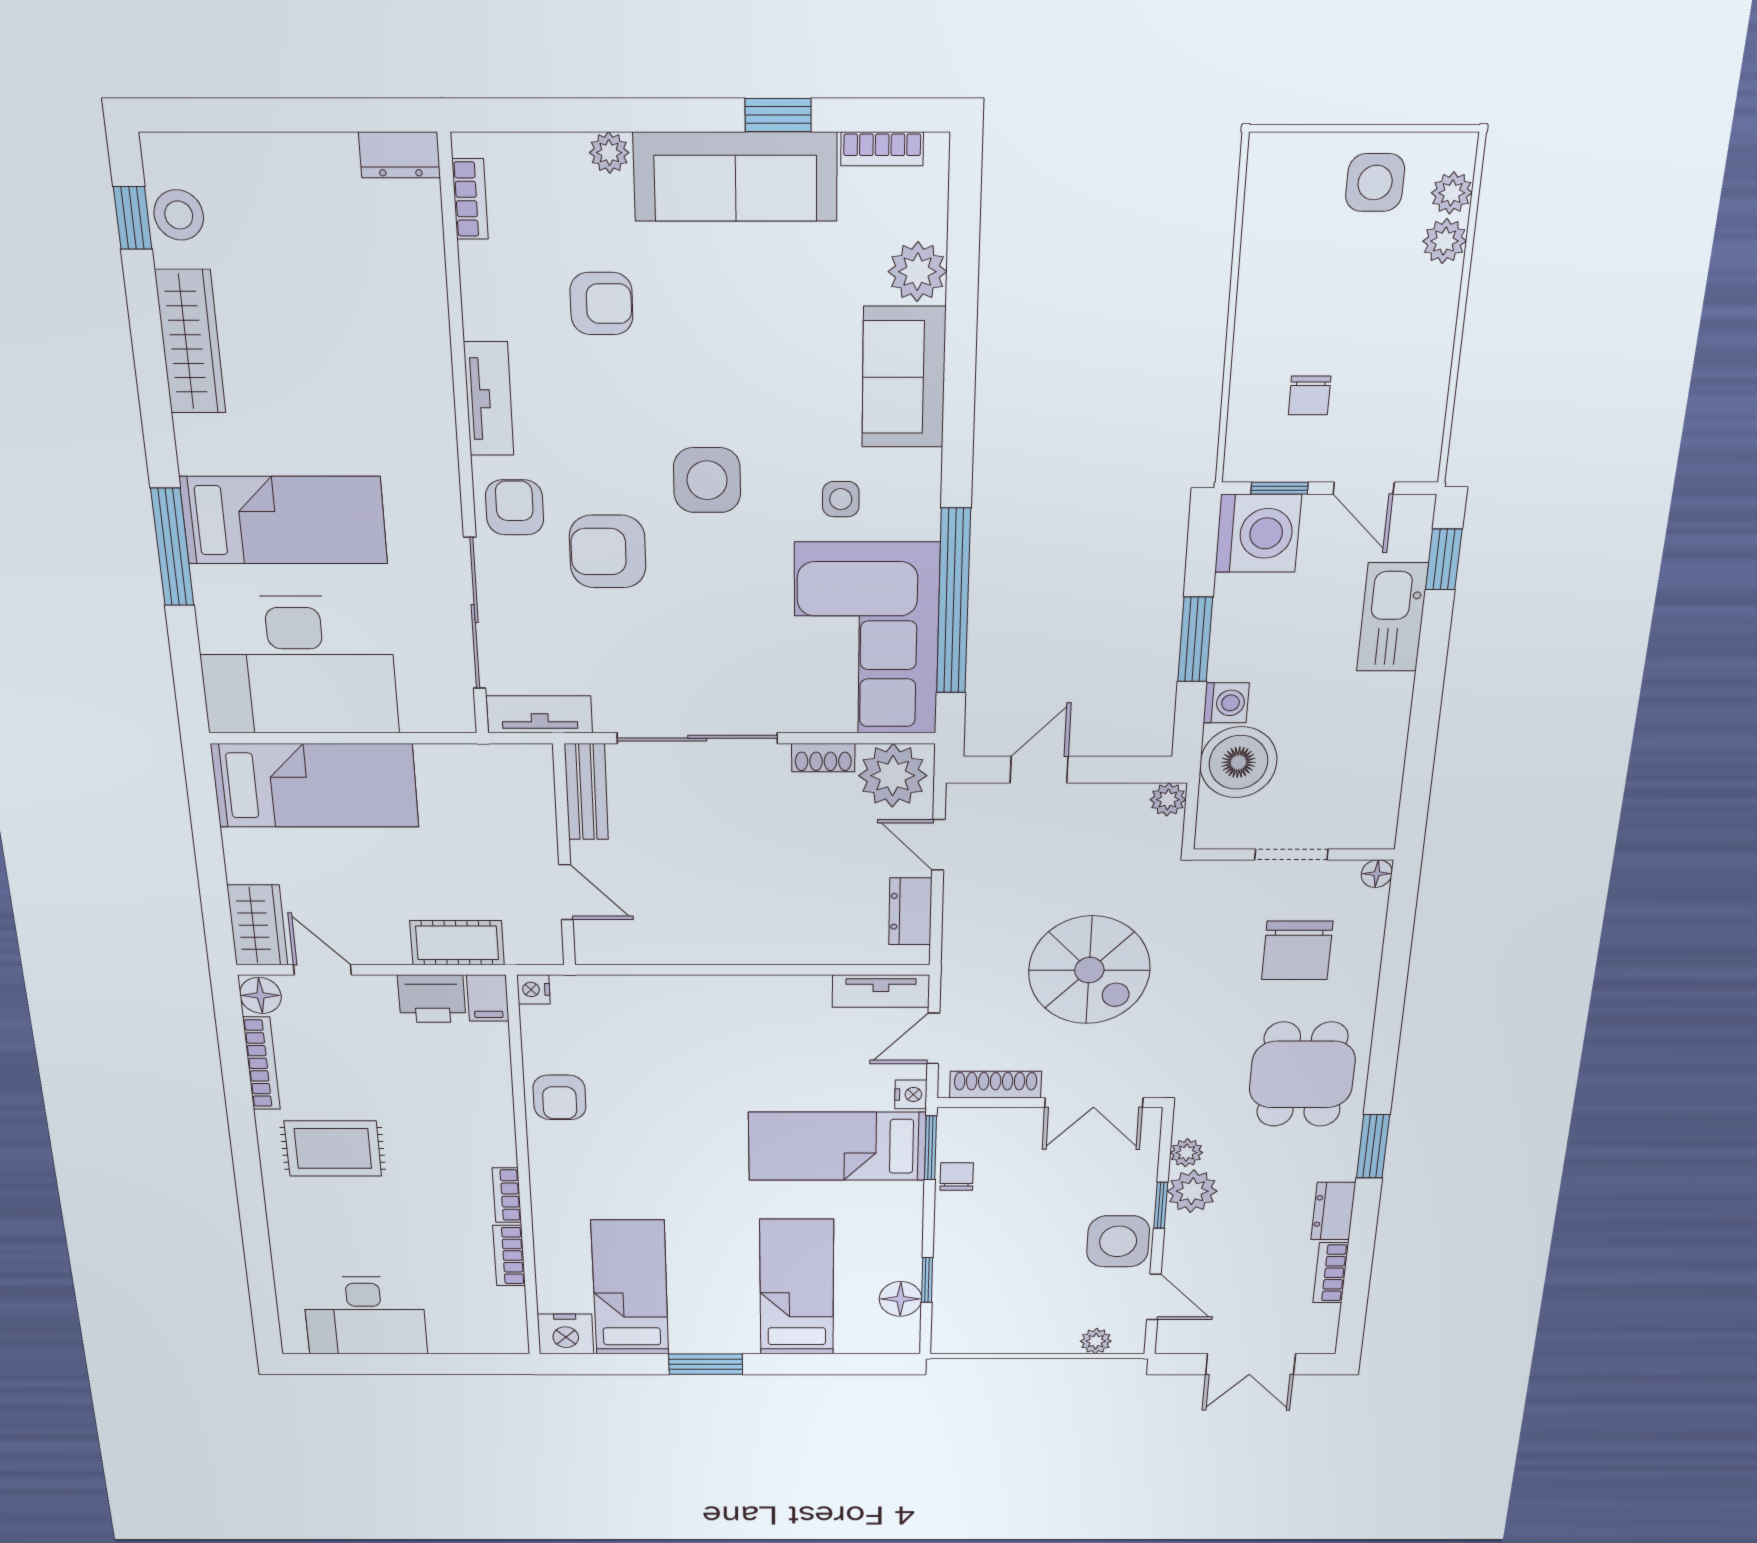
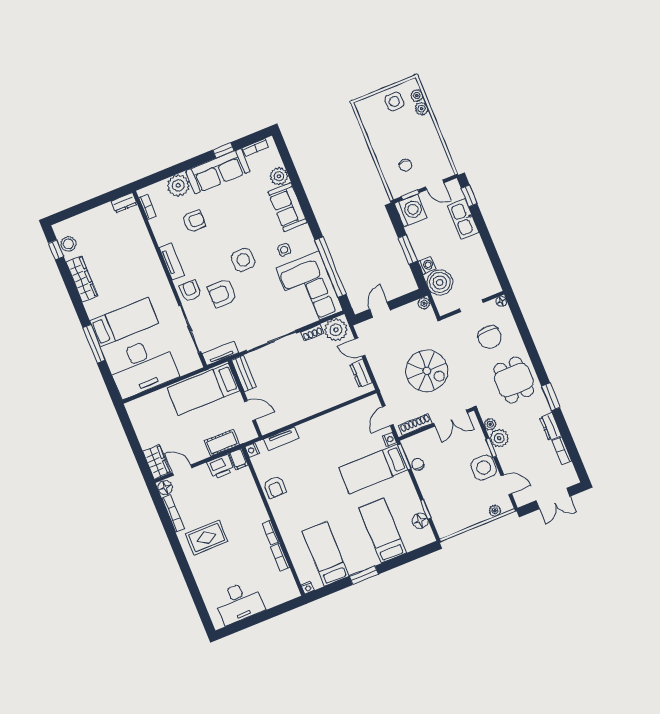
plant: (609, 153) -> (178, 186), width x1.88, depth x1.88
bed: (315, 785) -> (203, 389), moved, turned 180
tv unit: (881, 991) -> (281, 439), moved
nightstand: (566, 1334) -> (308, 588), width x0.53, depth x0.56

